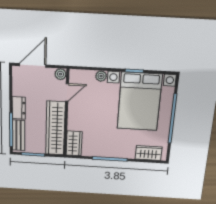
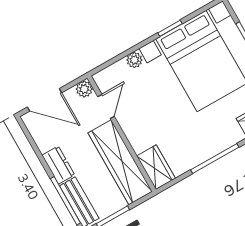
door: (33, 65) -> (44, 100), swing flipped

